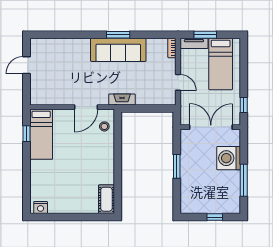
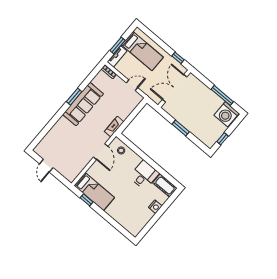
washing machine: (229, 158) -> (226, 114), moved
desk: (99, 170) -> (144, 175), added
nightstand: (41, 207) -> (155, 207), moved
window: (215, 217) -> (223, 139), moved

